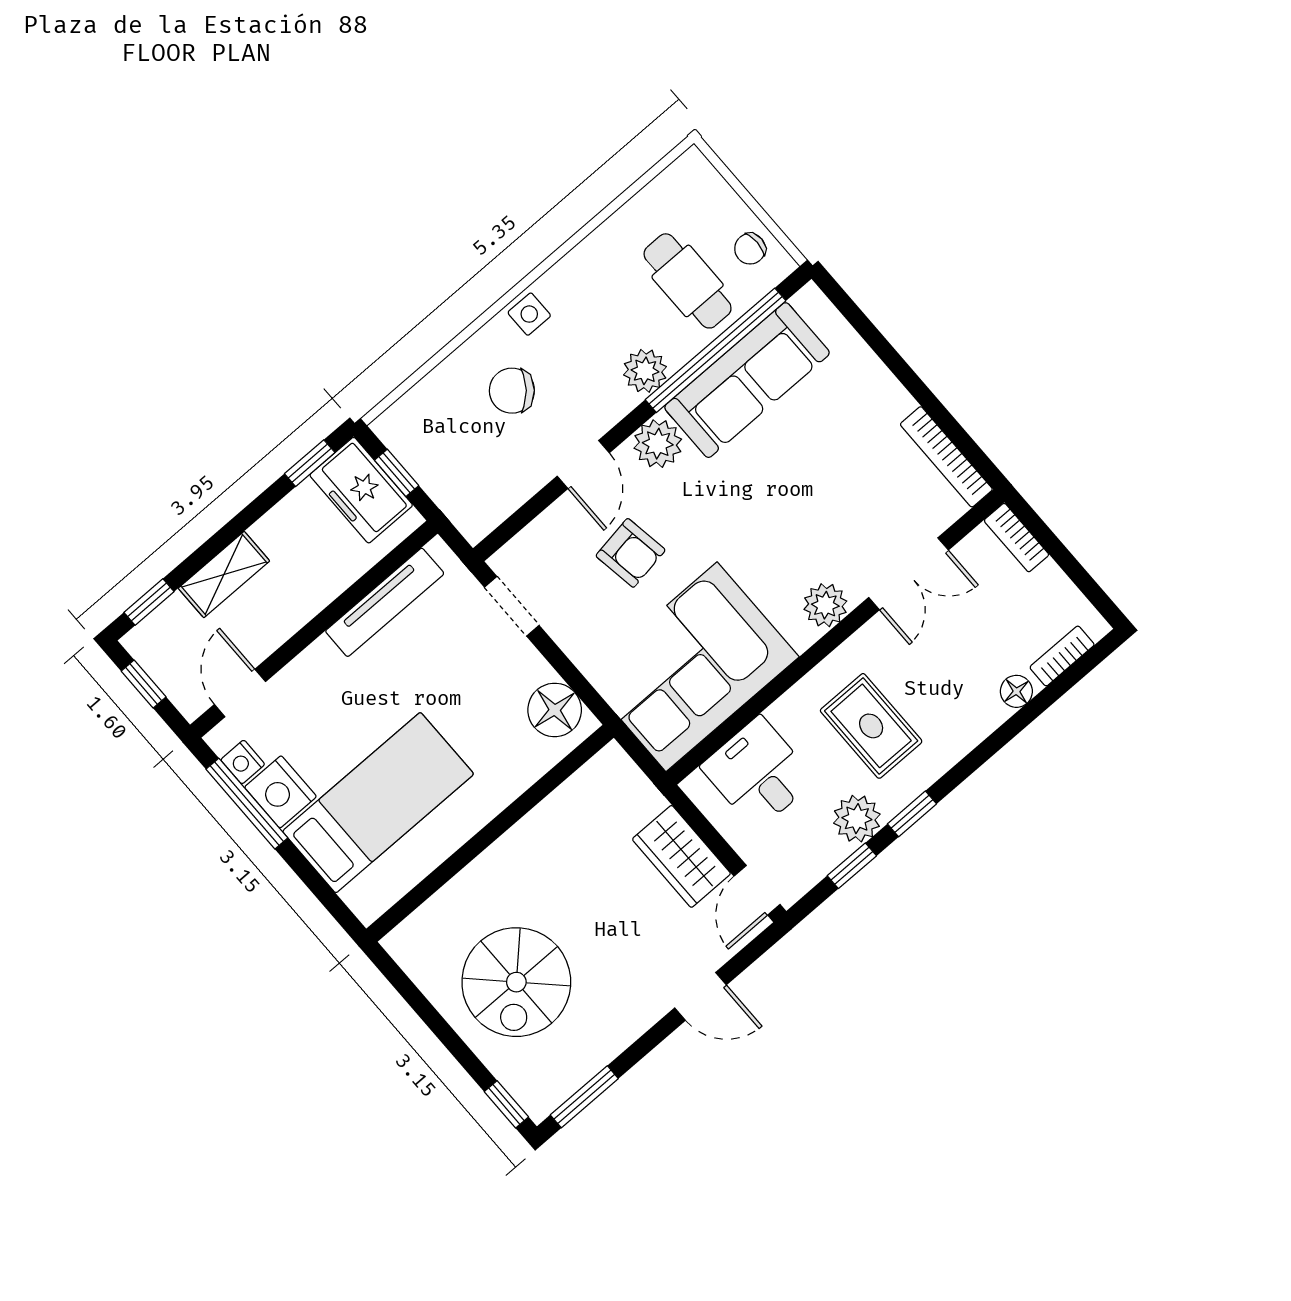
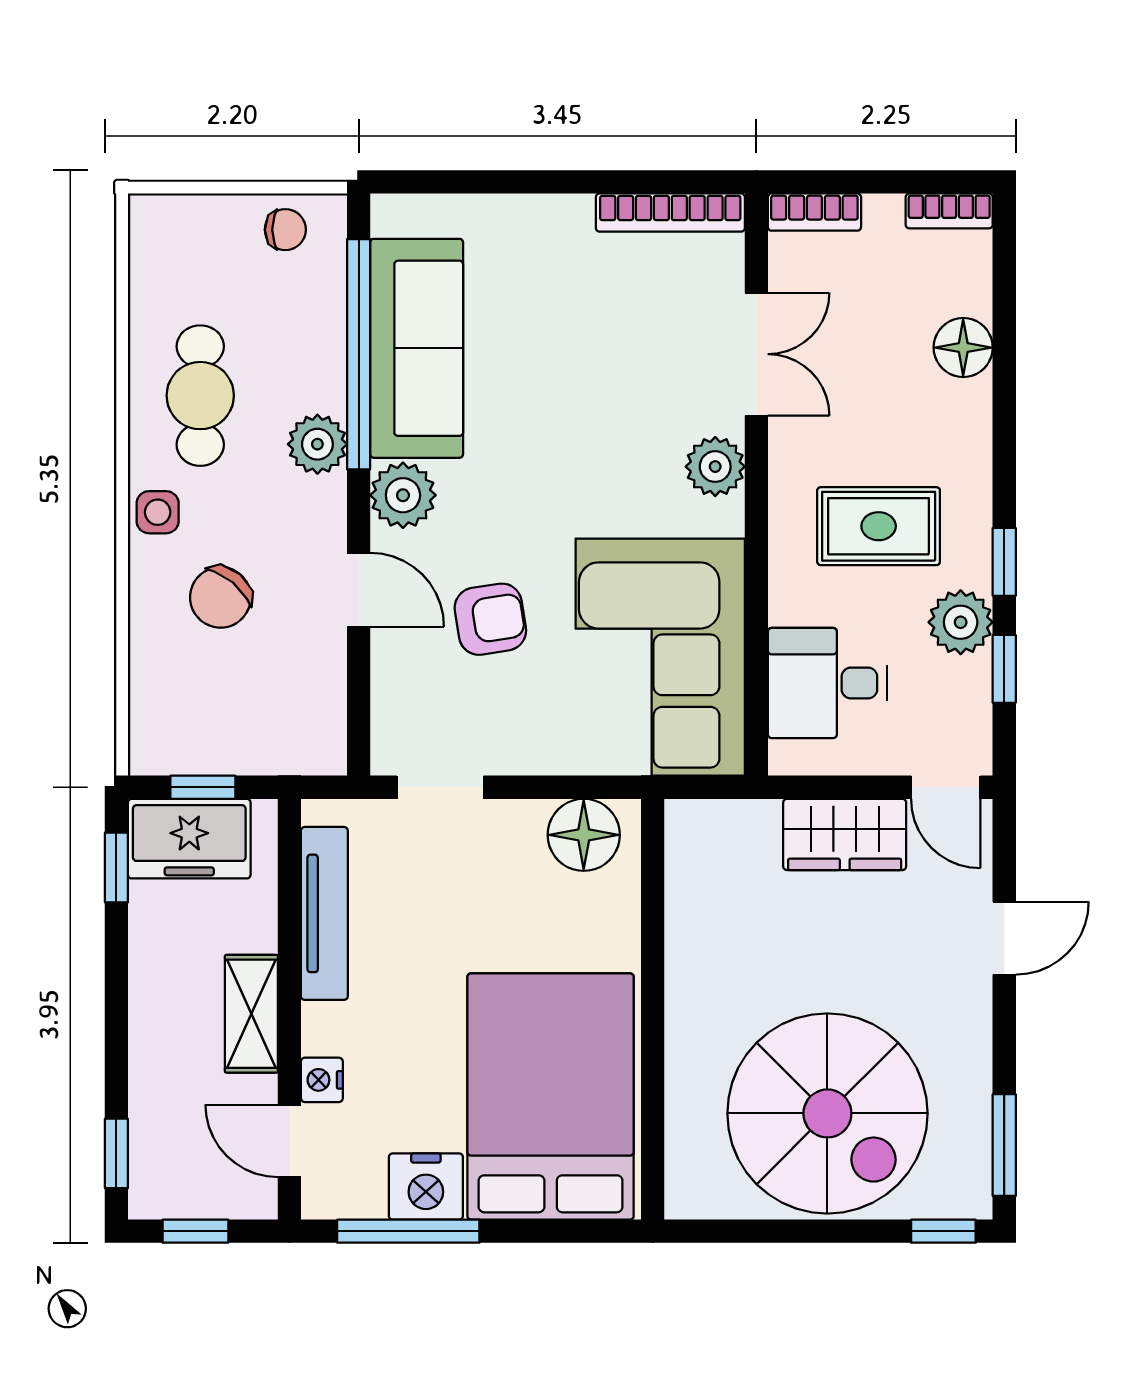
chair: (750, 249) -> (285, 230), turned -90
cafe table: (688, 281) -> (200, 396), moved, turned 90
shelving: (224, 575) -> (251, 1014), moved
bookcase: (1062, 656) -> (949, 211), moved, turned -90
floor lamp: (1016, 691) -> (963, 348), width x1.37, depth x1.37
nightstand: (243, 762) -> (322, 1080), moved, turned 90
bed: (378, 803) -> (551, 1096), width x1.50
spiral stairs: (516, 982) -> (827, 1113), width x1.37, depth x1.37

